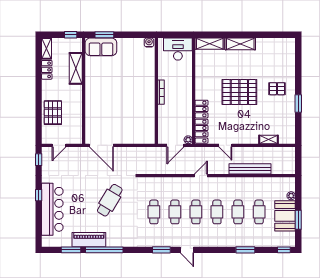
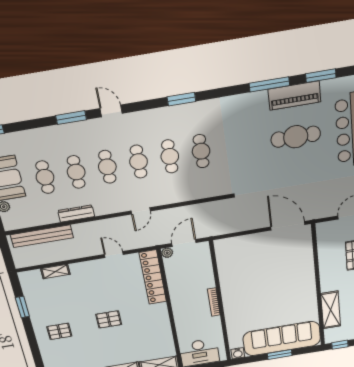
window: (104, 35) -> (280, 355), moved
sofa: (101, 47) -> (282, 339), width x1.85, depth x1.27
pallet: (239, 92) -> (109, 319), width x0.49, depth x0.50
window: (298, 104) -> (22, 307), moved
bench: (250, 169) -> (42, 236), moved
dresser: (244, 182) -> (76, 214), added
cafe table: (110, 200) -> (296, 137), moved, turned 59
window: (104, 250) -> (269, 84), width x0.68
door: (187, 250) -> (111, 111), moved
window: (245, 250) -> (71, 118), moved

